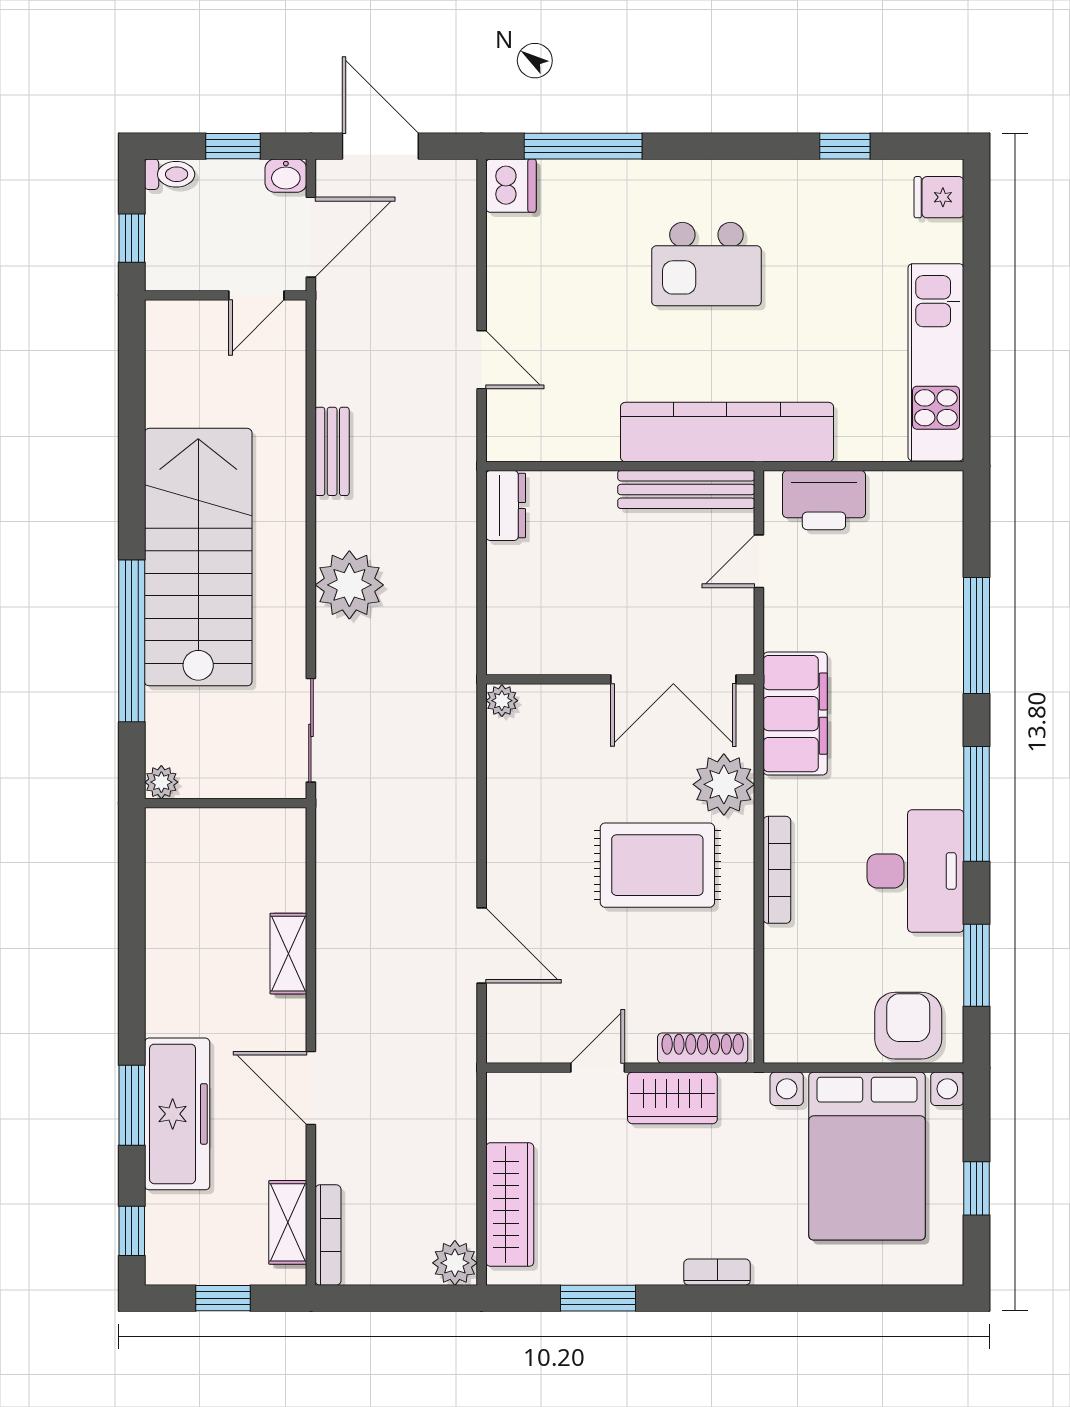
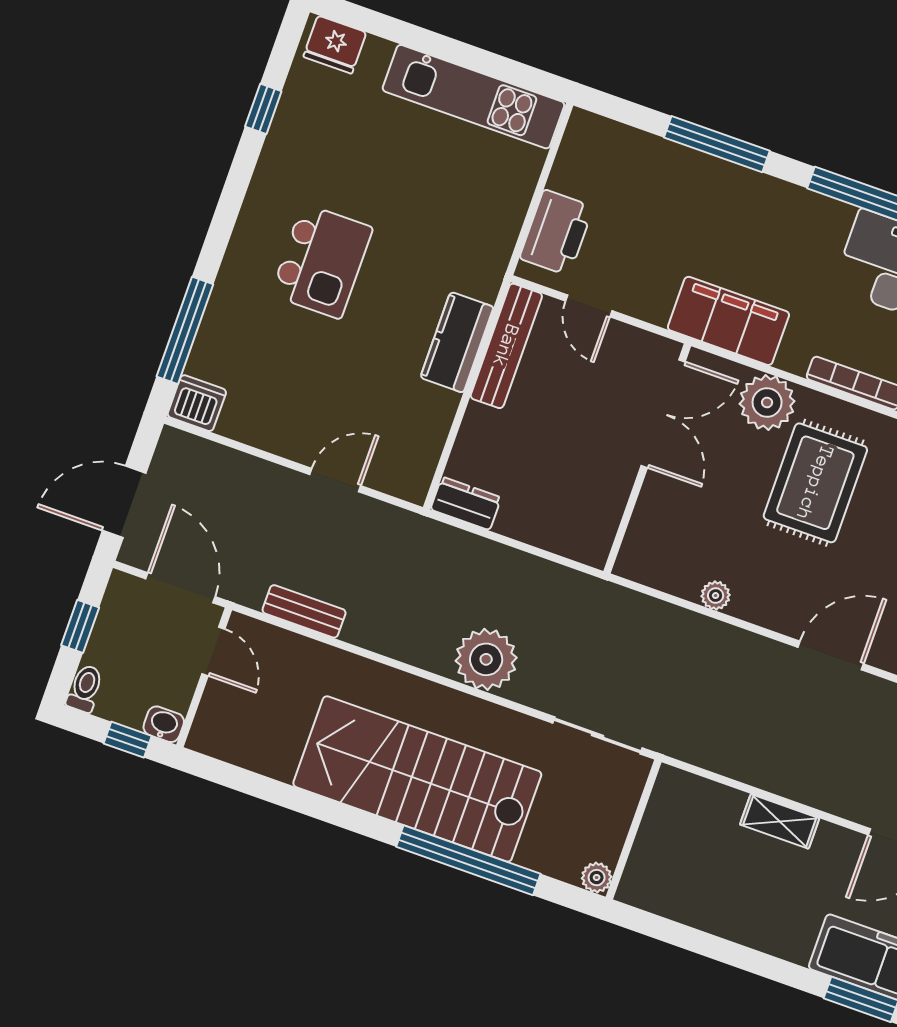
washbasin: (286, 176) -> (164, 724), moved, turned -90
fridge: (939, 197) -> (335, 45), width x1.38
kitchen counter: (727, 432) -> (457, 342), width x0.48, depth x0.86
bench: (332, 451) -> (304, 611), moved
plant: (502, 701) -> (716, 596), moved

